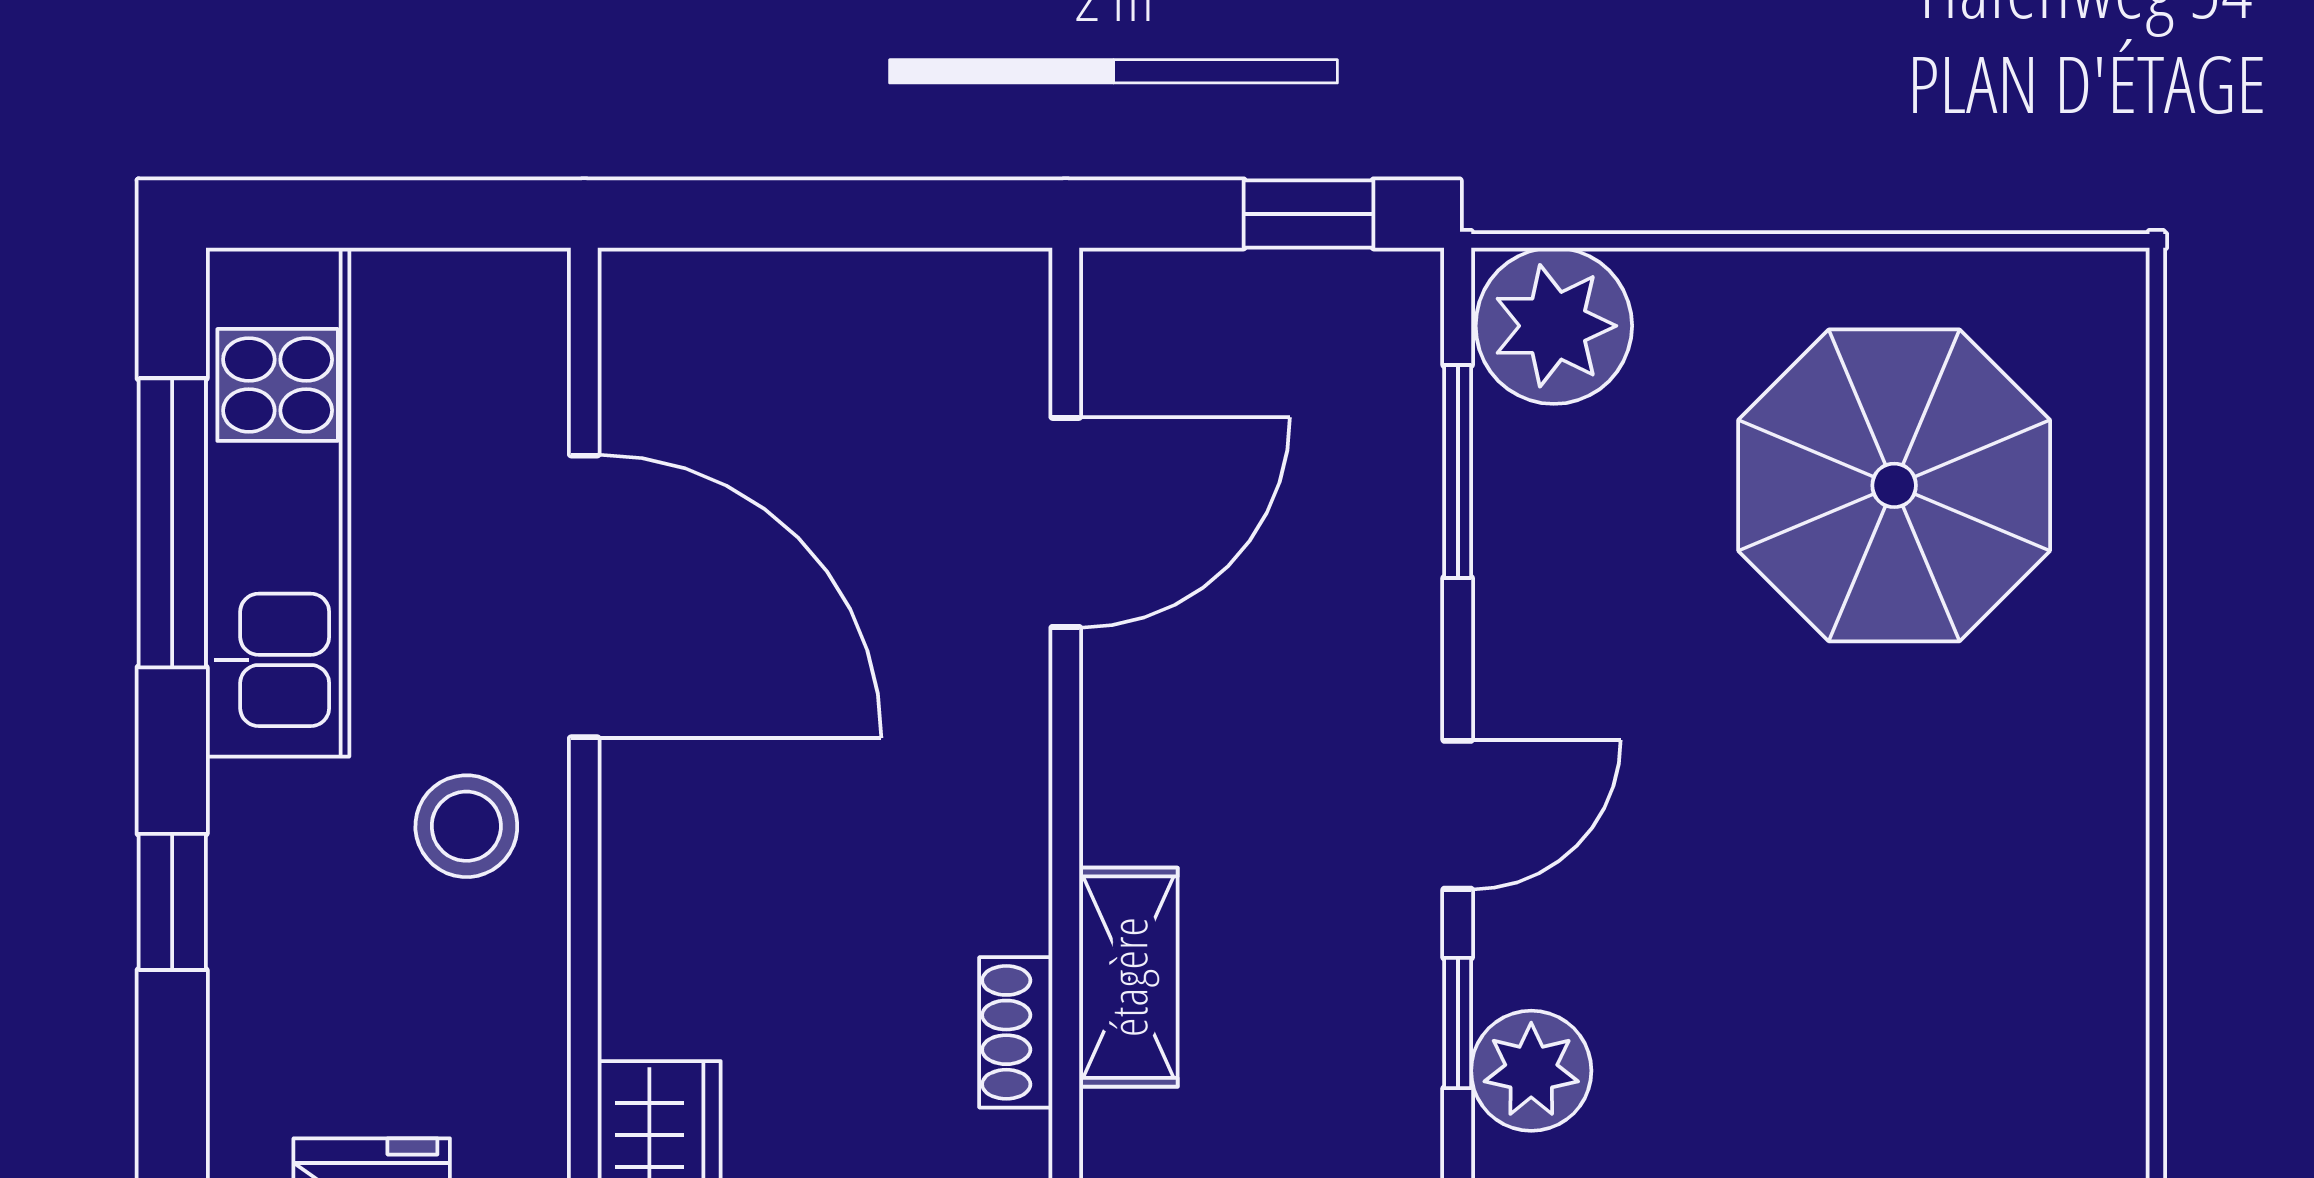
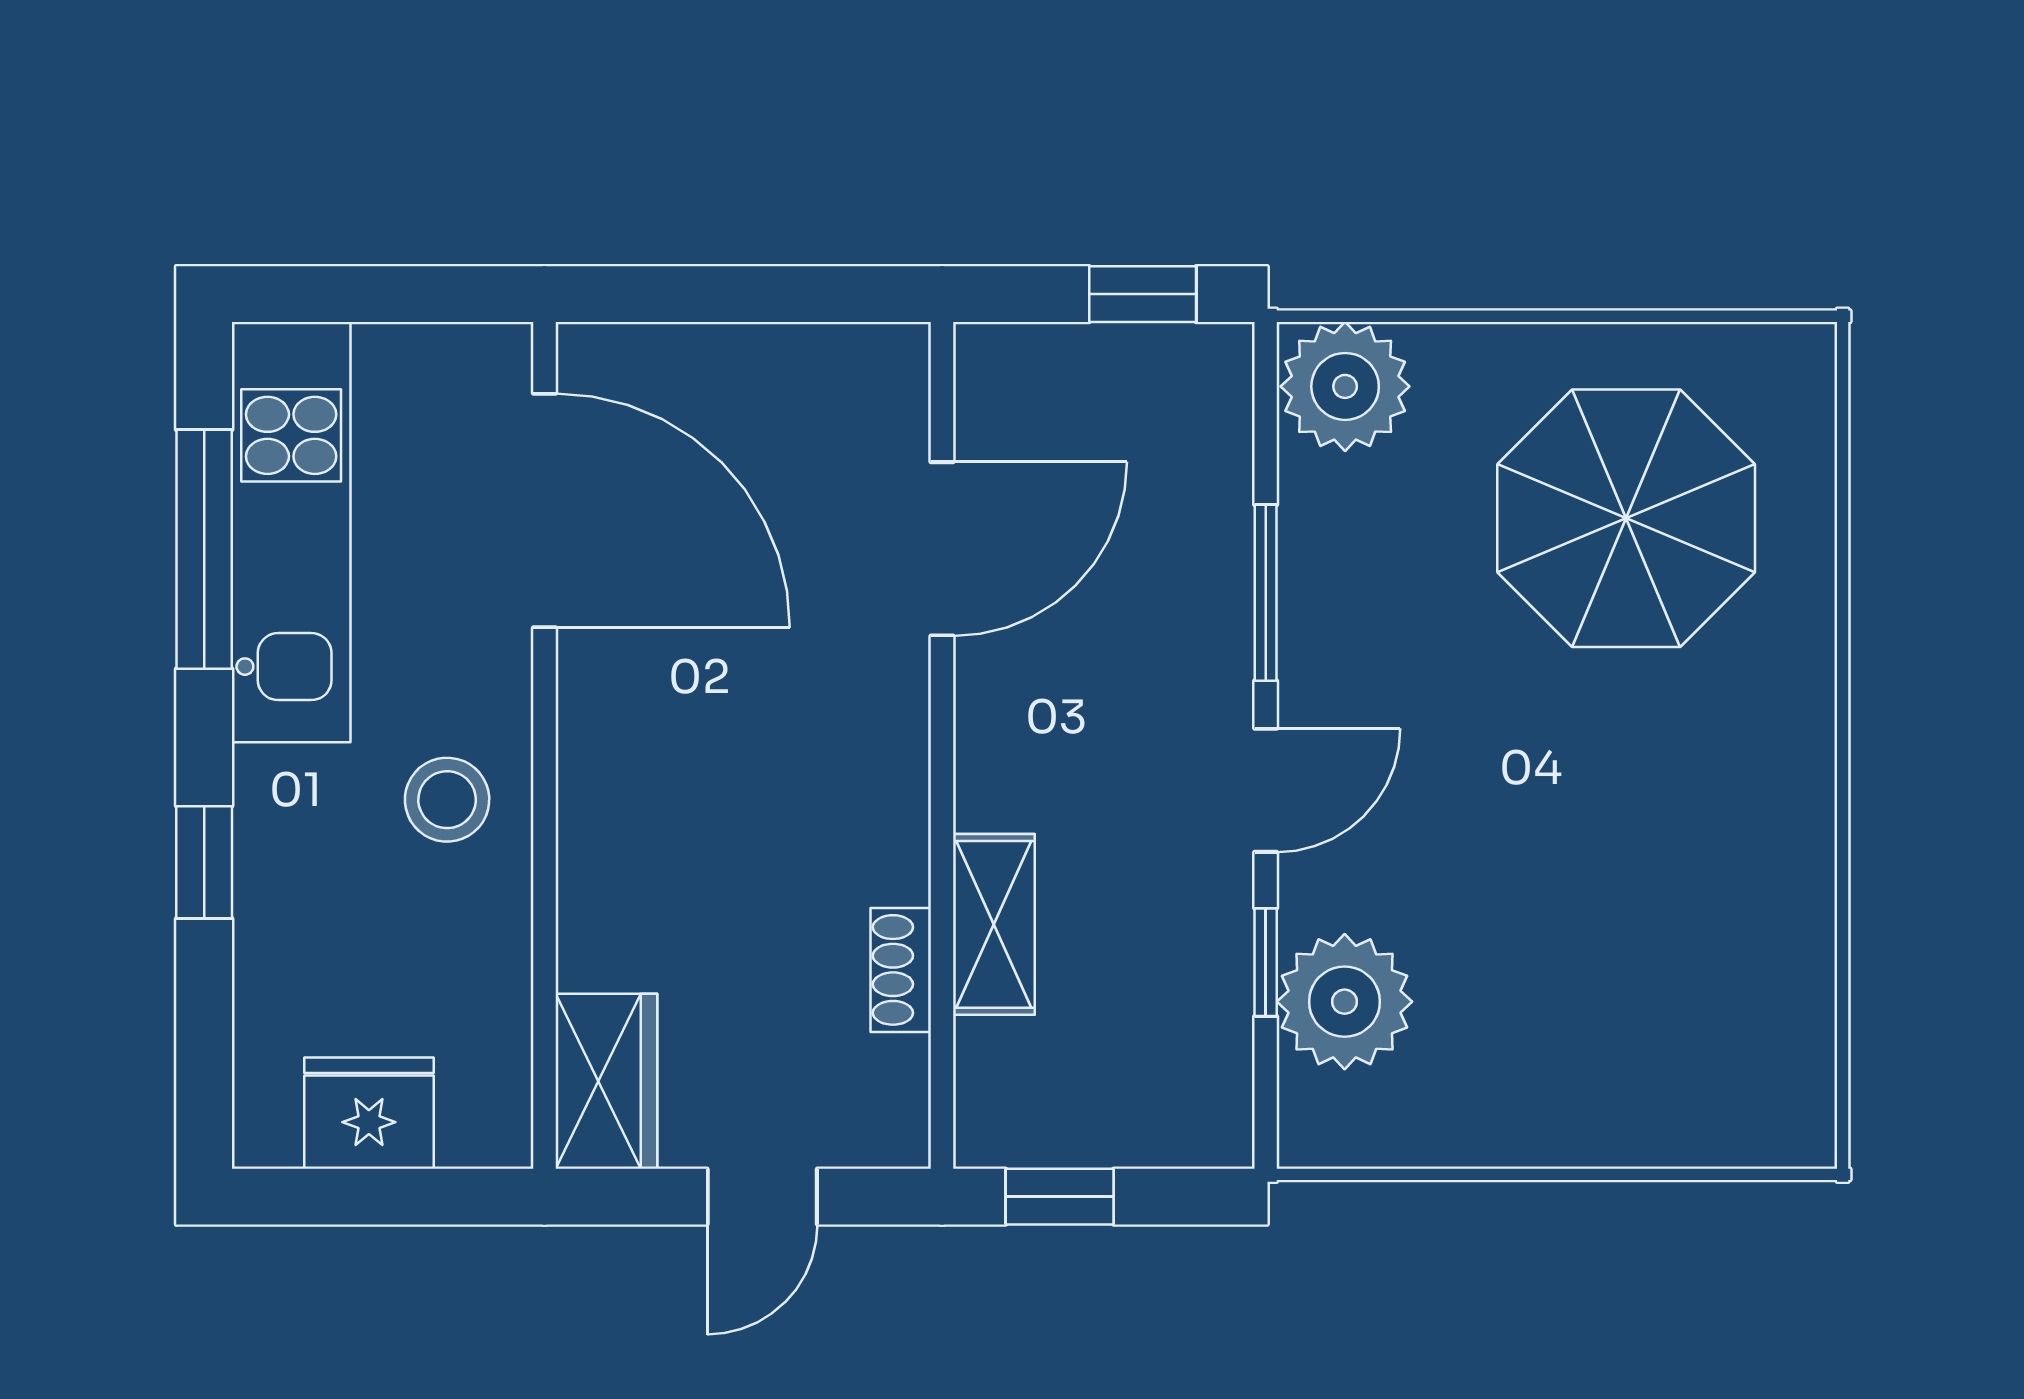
window: (1458, 471) -> (1266, 593), moved
door: (584, 596) -> (544, 510), moved
plant: (1531, 1071) -> (1345, 1002), width x1.36, depth x1.36

